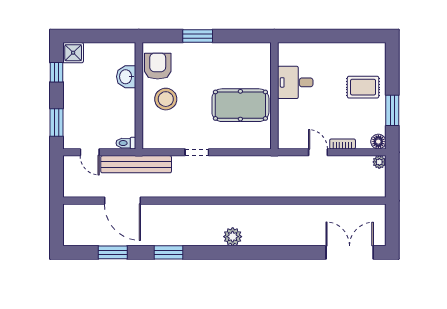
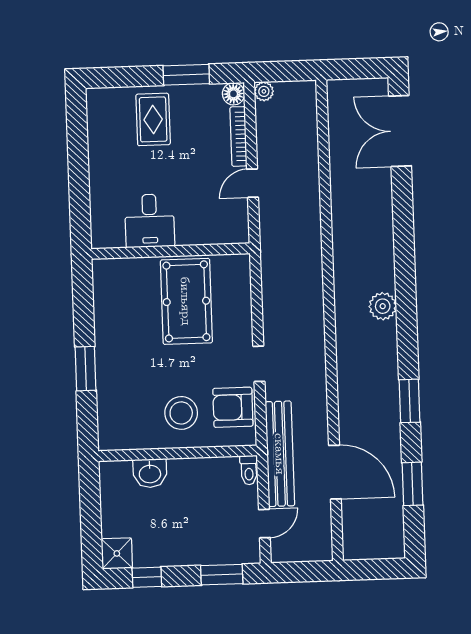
armchair: (158, 66) -> (233, 407), moved
bookcase: (343, 144) -> (238, 136), width x1.56
door: (122, 201) -> (335, 472), hinge flipped

